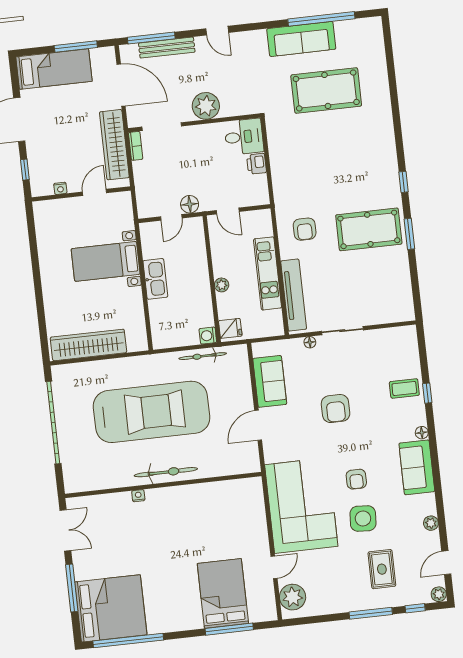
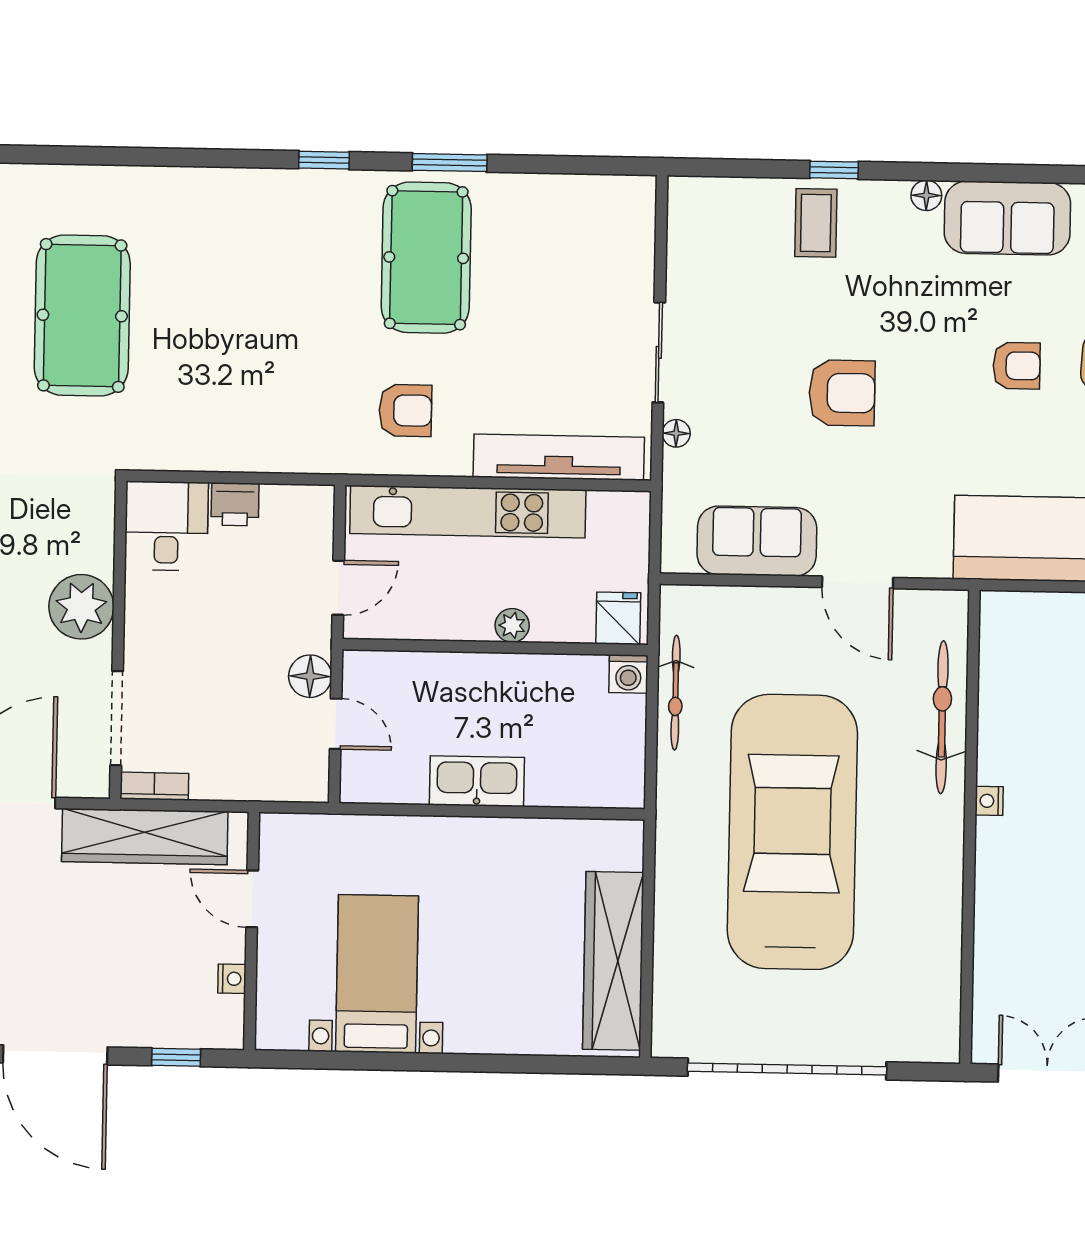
bed with nightstands: (106, 261) -> (377, 974), moved, turned 180
kitchen unit: (268, 273) -> (468, 512), width x1.36
bicycle: (166, 472) -> (942, 717), moved
nightstand: (138, 496) -> (989, 801), moved

